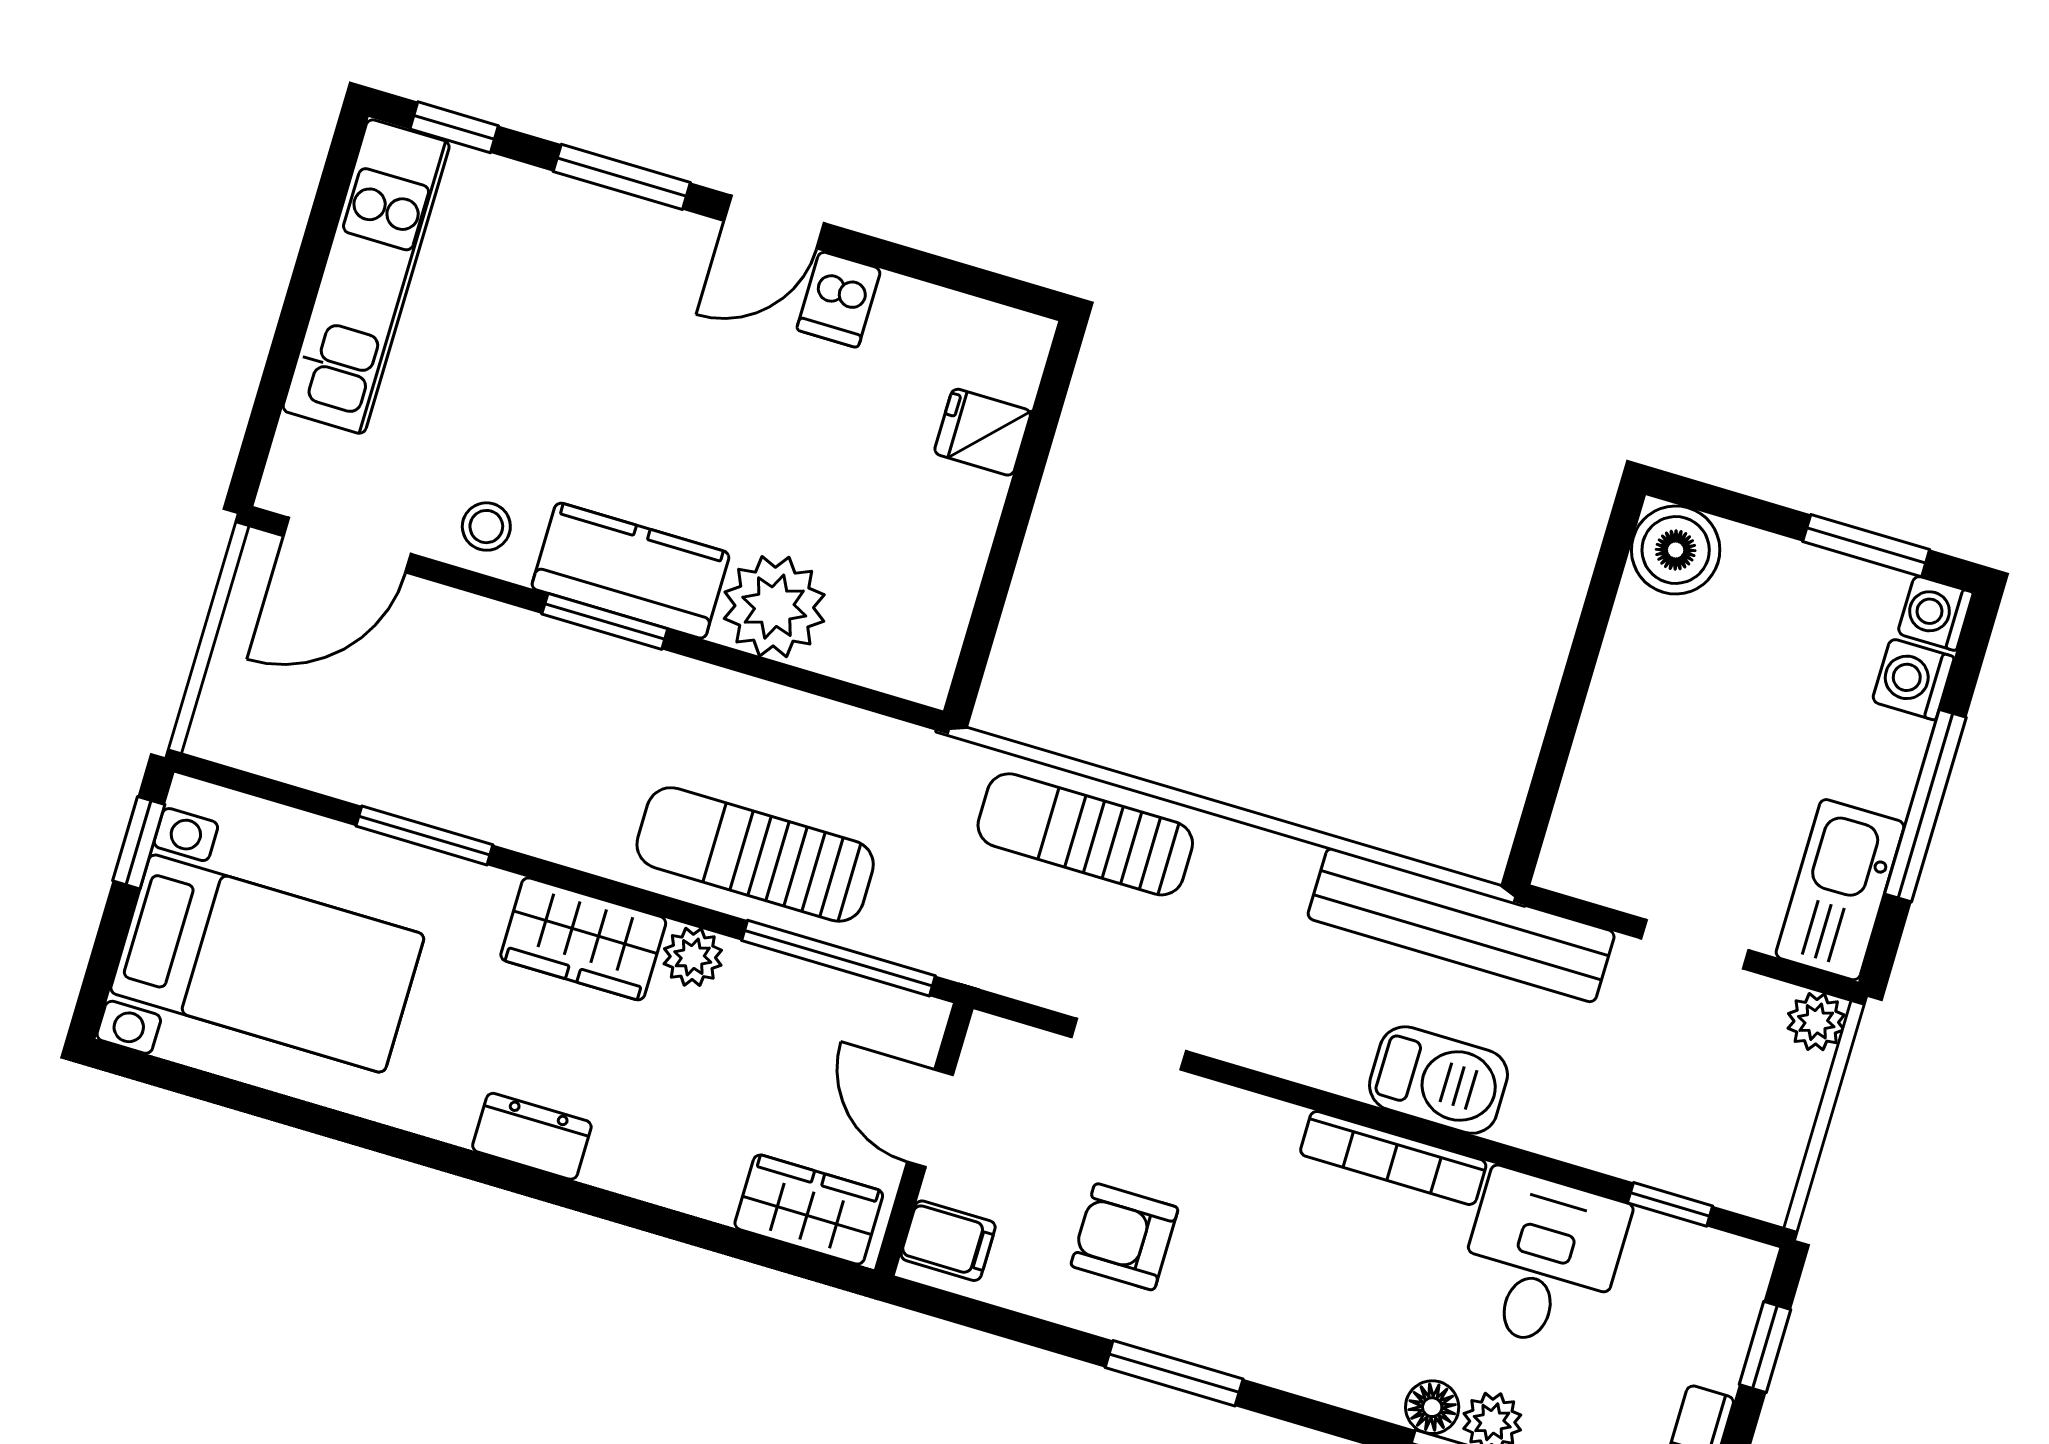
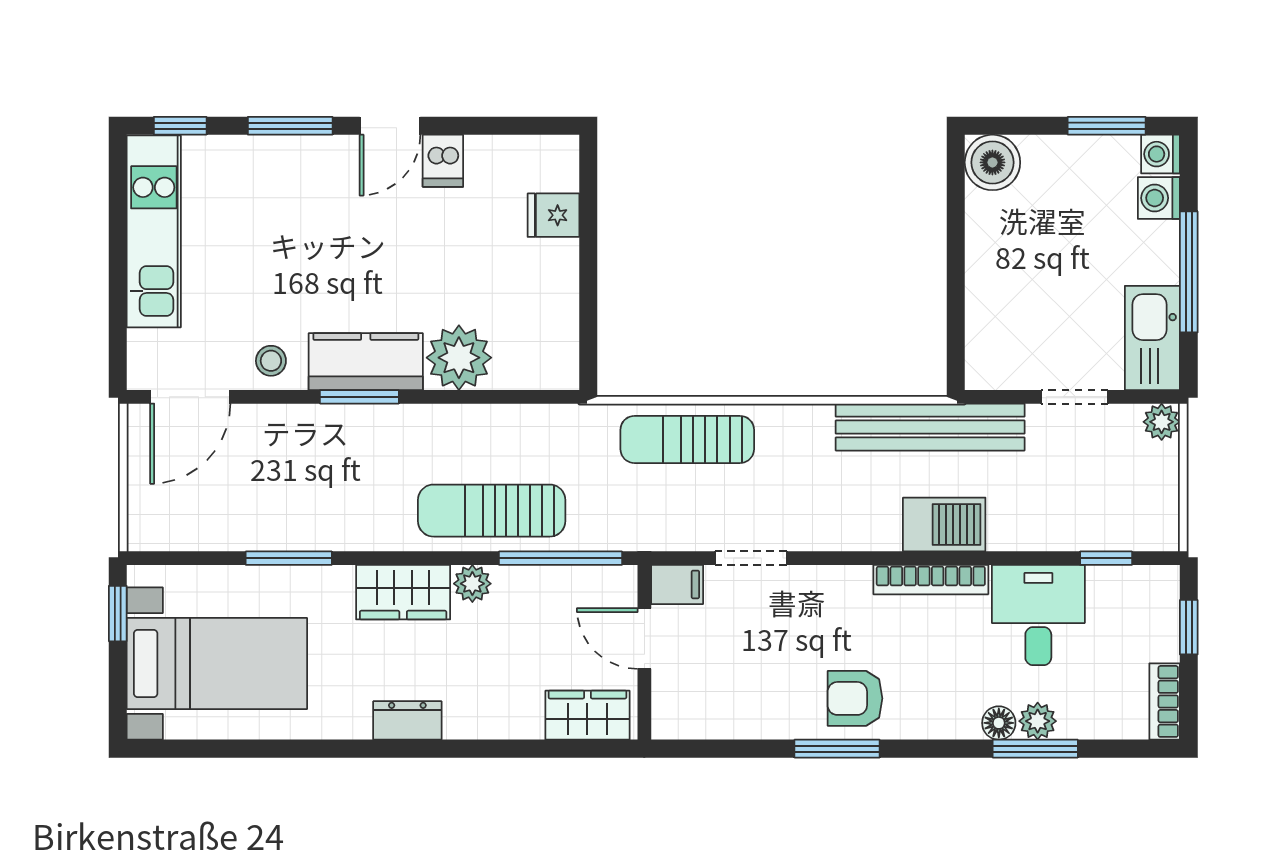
armchair: (1124, 1237) -> (855, 698), moved
filing cabinet: (948, 1241) -> (677, 584), moved

